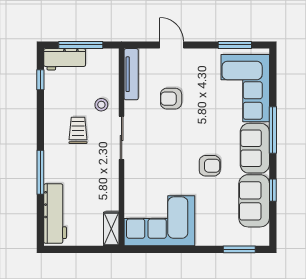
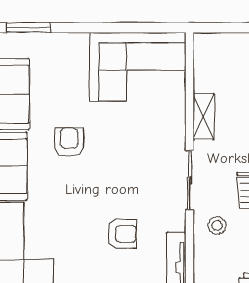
armchair: (210, 166) -> (69, 142), turned 90
shelving: (111, 229) -> (203, 117), moved

